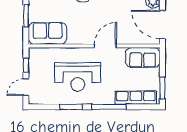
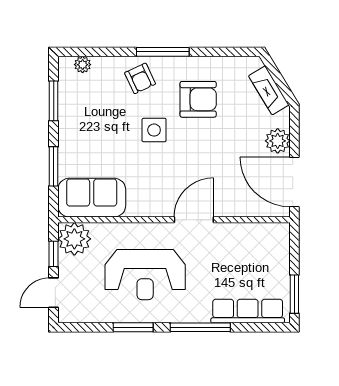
plant: (38, 57) -> (74, 239), added
sofa: (143, 57) -> (260, 240), removed

